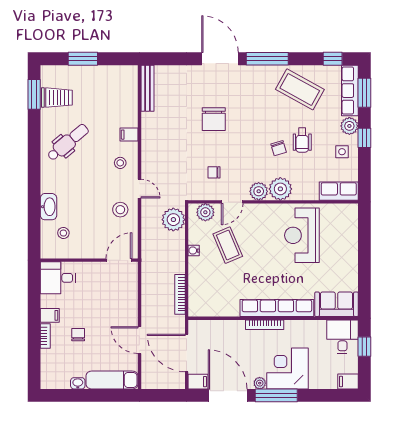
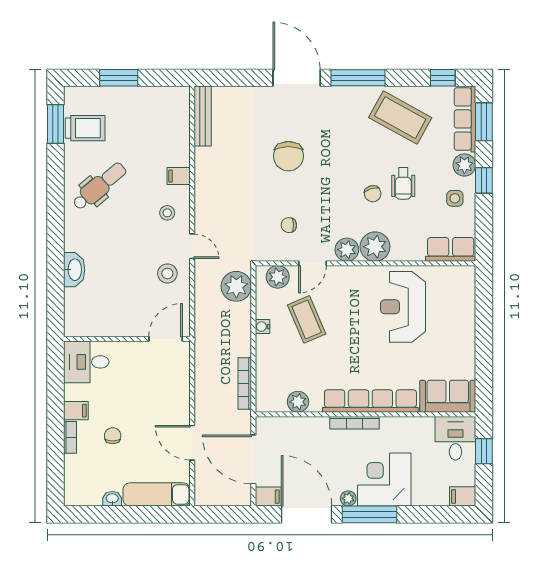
stool: (63, 233) -> (94, 304), removed
plant: (221, 309) -> (298, 402), added

